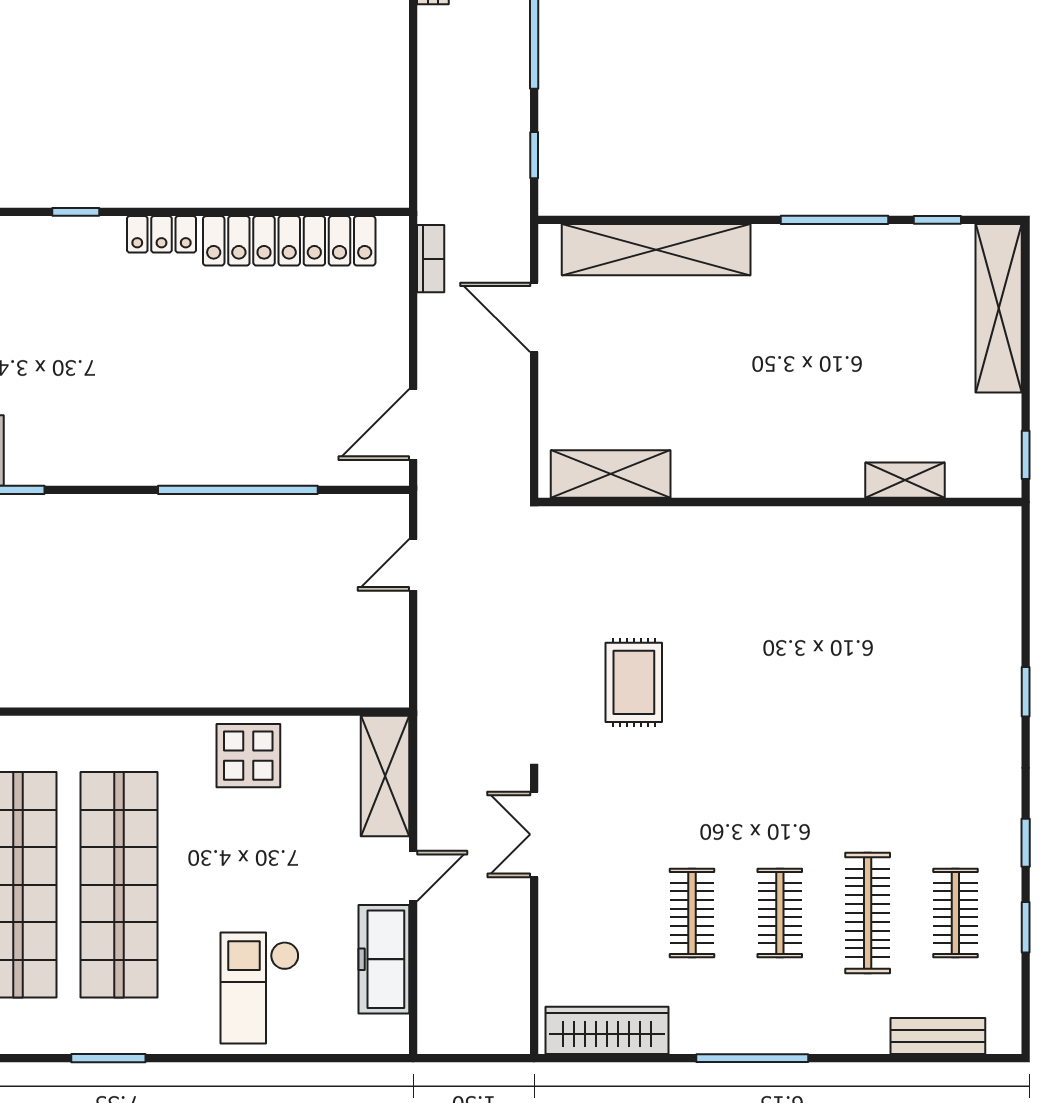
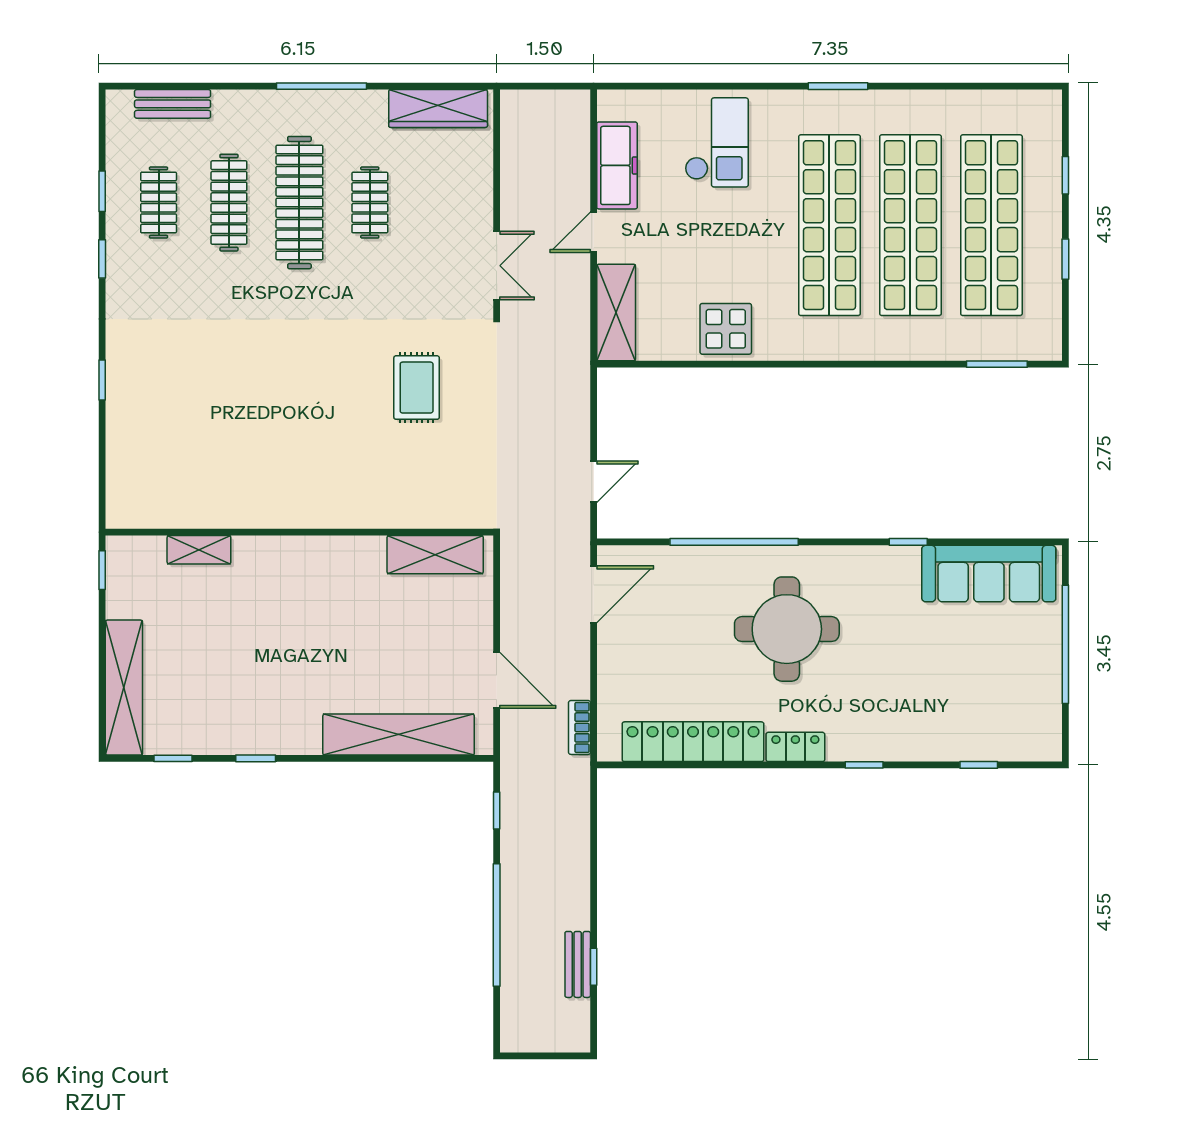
window: (834, 220) -> (256, 758), width x0.46
round table: (172, 381) -> (787, 629), added
clothes rail: (780, 913) -> (299, 203), width x1.86, depth x1.31

